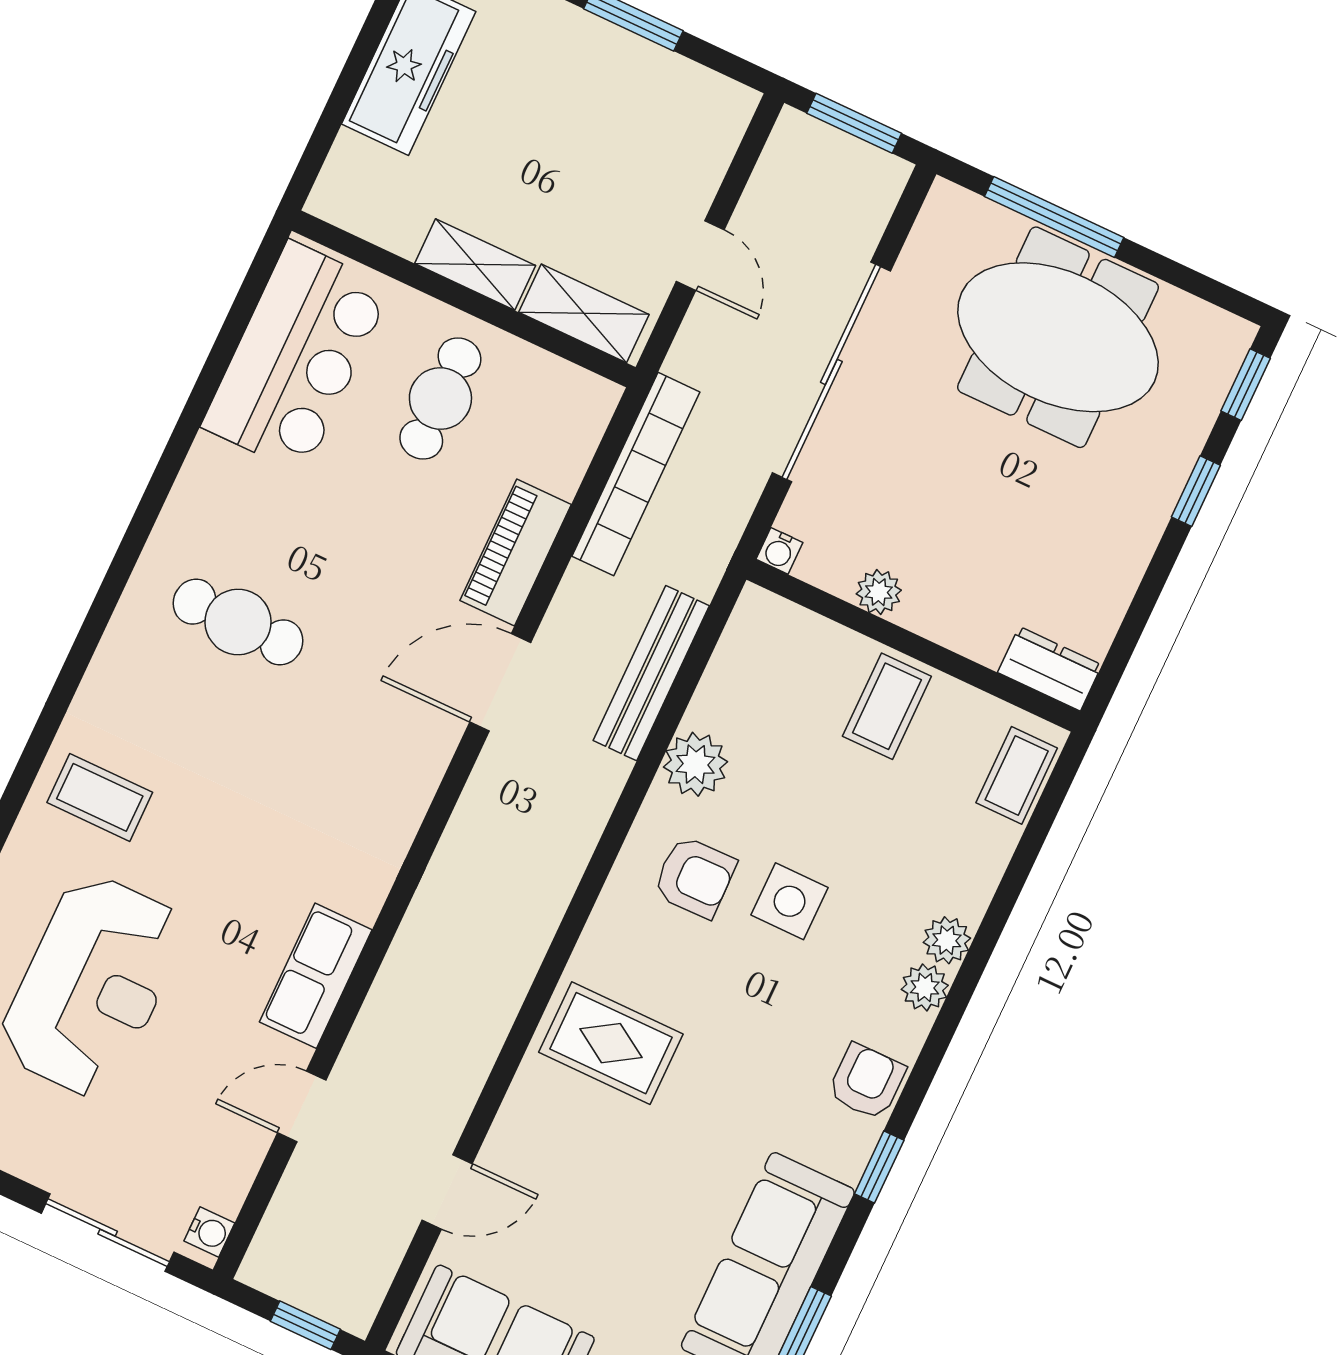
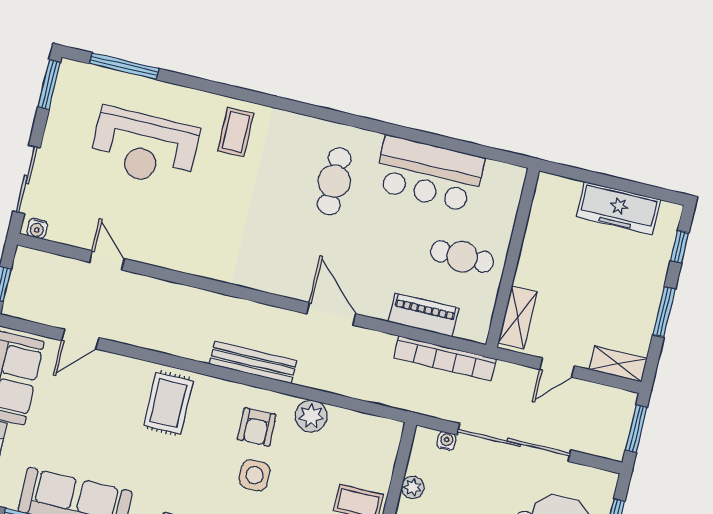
shelving: (475, 264) -> (618, 364), moved, turned 90
bar counter: (296, 357) -> (429, 174), moved
water cooler: (779, 551) -> (446, 441), moved, turned 90
piano: (516, 553) -> (424, 315), moved
bench: (651, 673) -> (253, 362), moved
row of seats: (316, 976) -> (171, 254), removed
door: (447, 1192) -> (80, 339), hinge flipped

